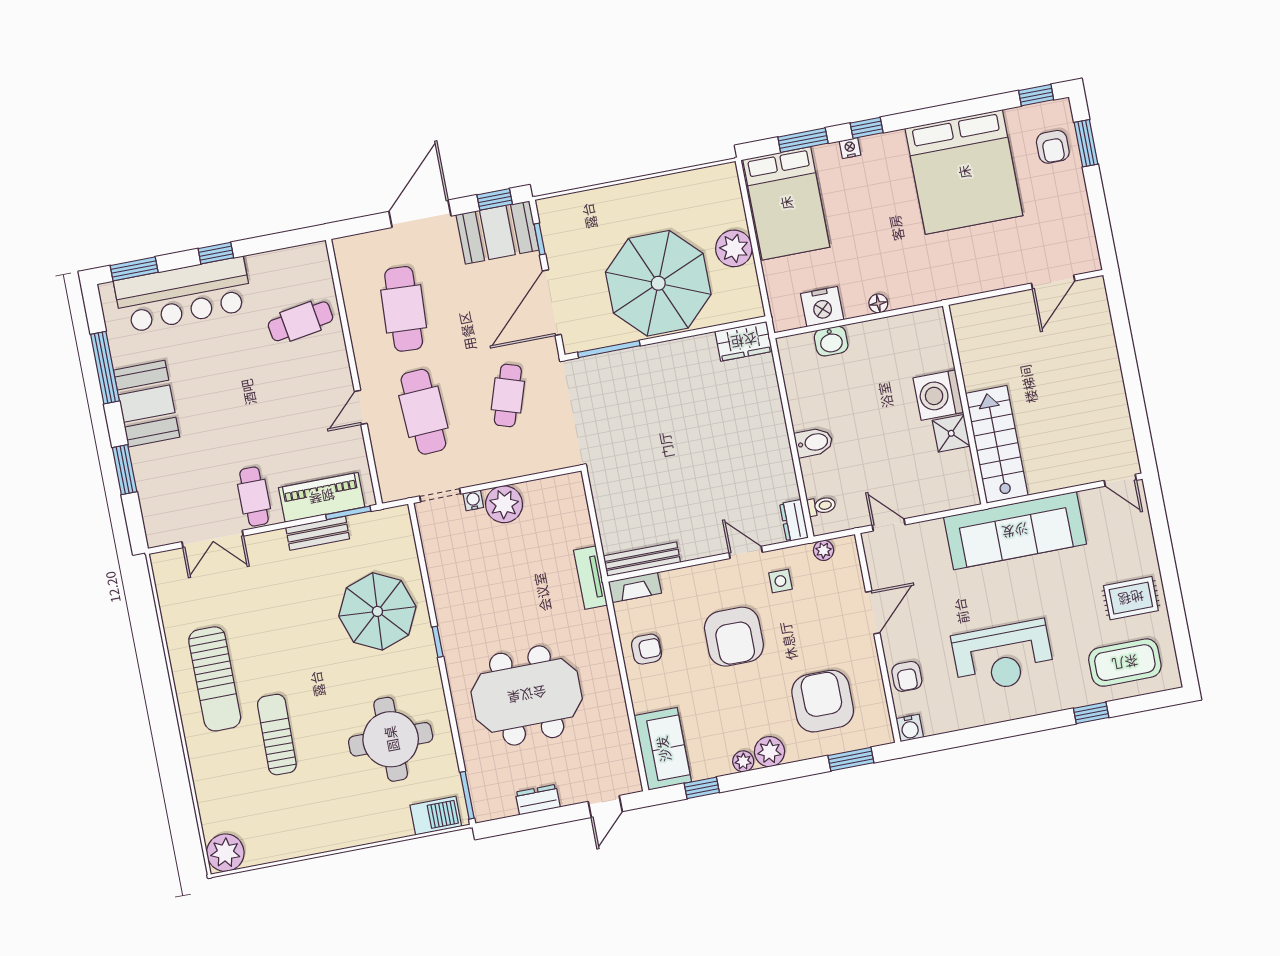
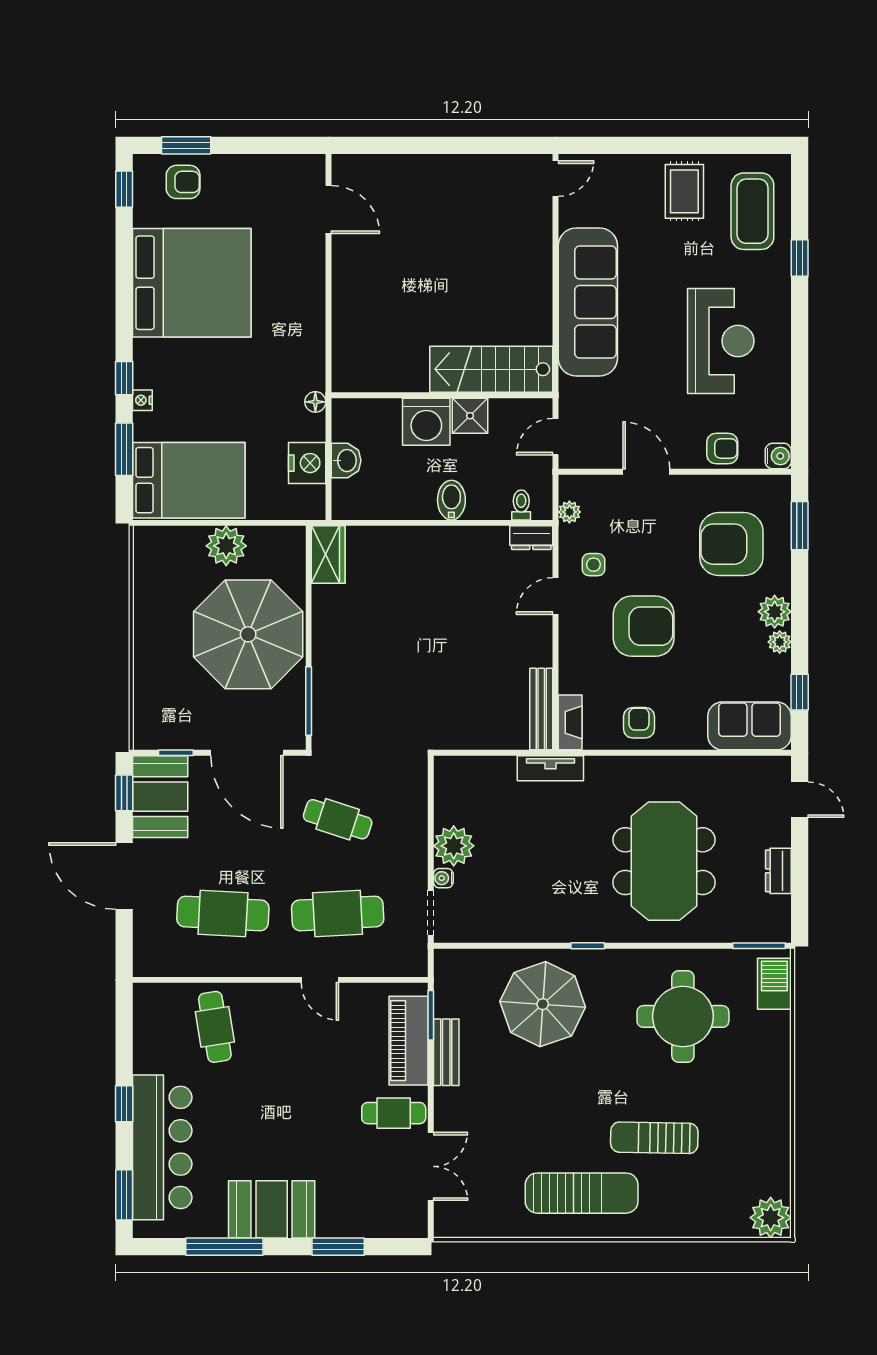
washing machine: (938, 395) -> (426, 422), moved
wall: (965, 405) -> (442, 395), moved
shower: (951, 433) -> (470, 416), moved
stairs: (997, 444) -> (491, 369), moved

